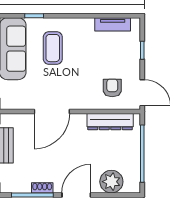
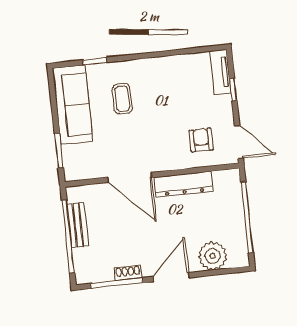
tv unit: (113, 24) -> (220, 72), moved, turned 90
coffee table: (53, 48) -> (122, 99), width x0.73, depth x0.77
door: (52, 112) -> (130, 177), hinge flipped
dresser: (110, 122) -> (184, 184), moved

